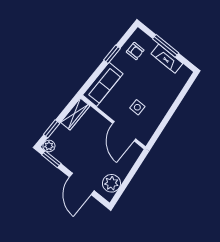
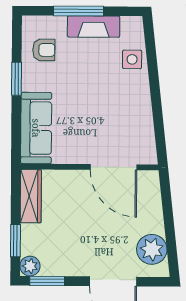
side table: (137, 107) -> (132, 59), moved

